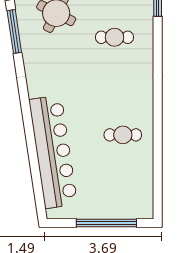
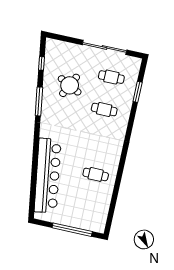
window: (14, 31) -> (39, 101), moved

